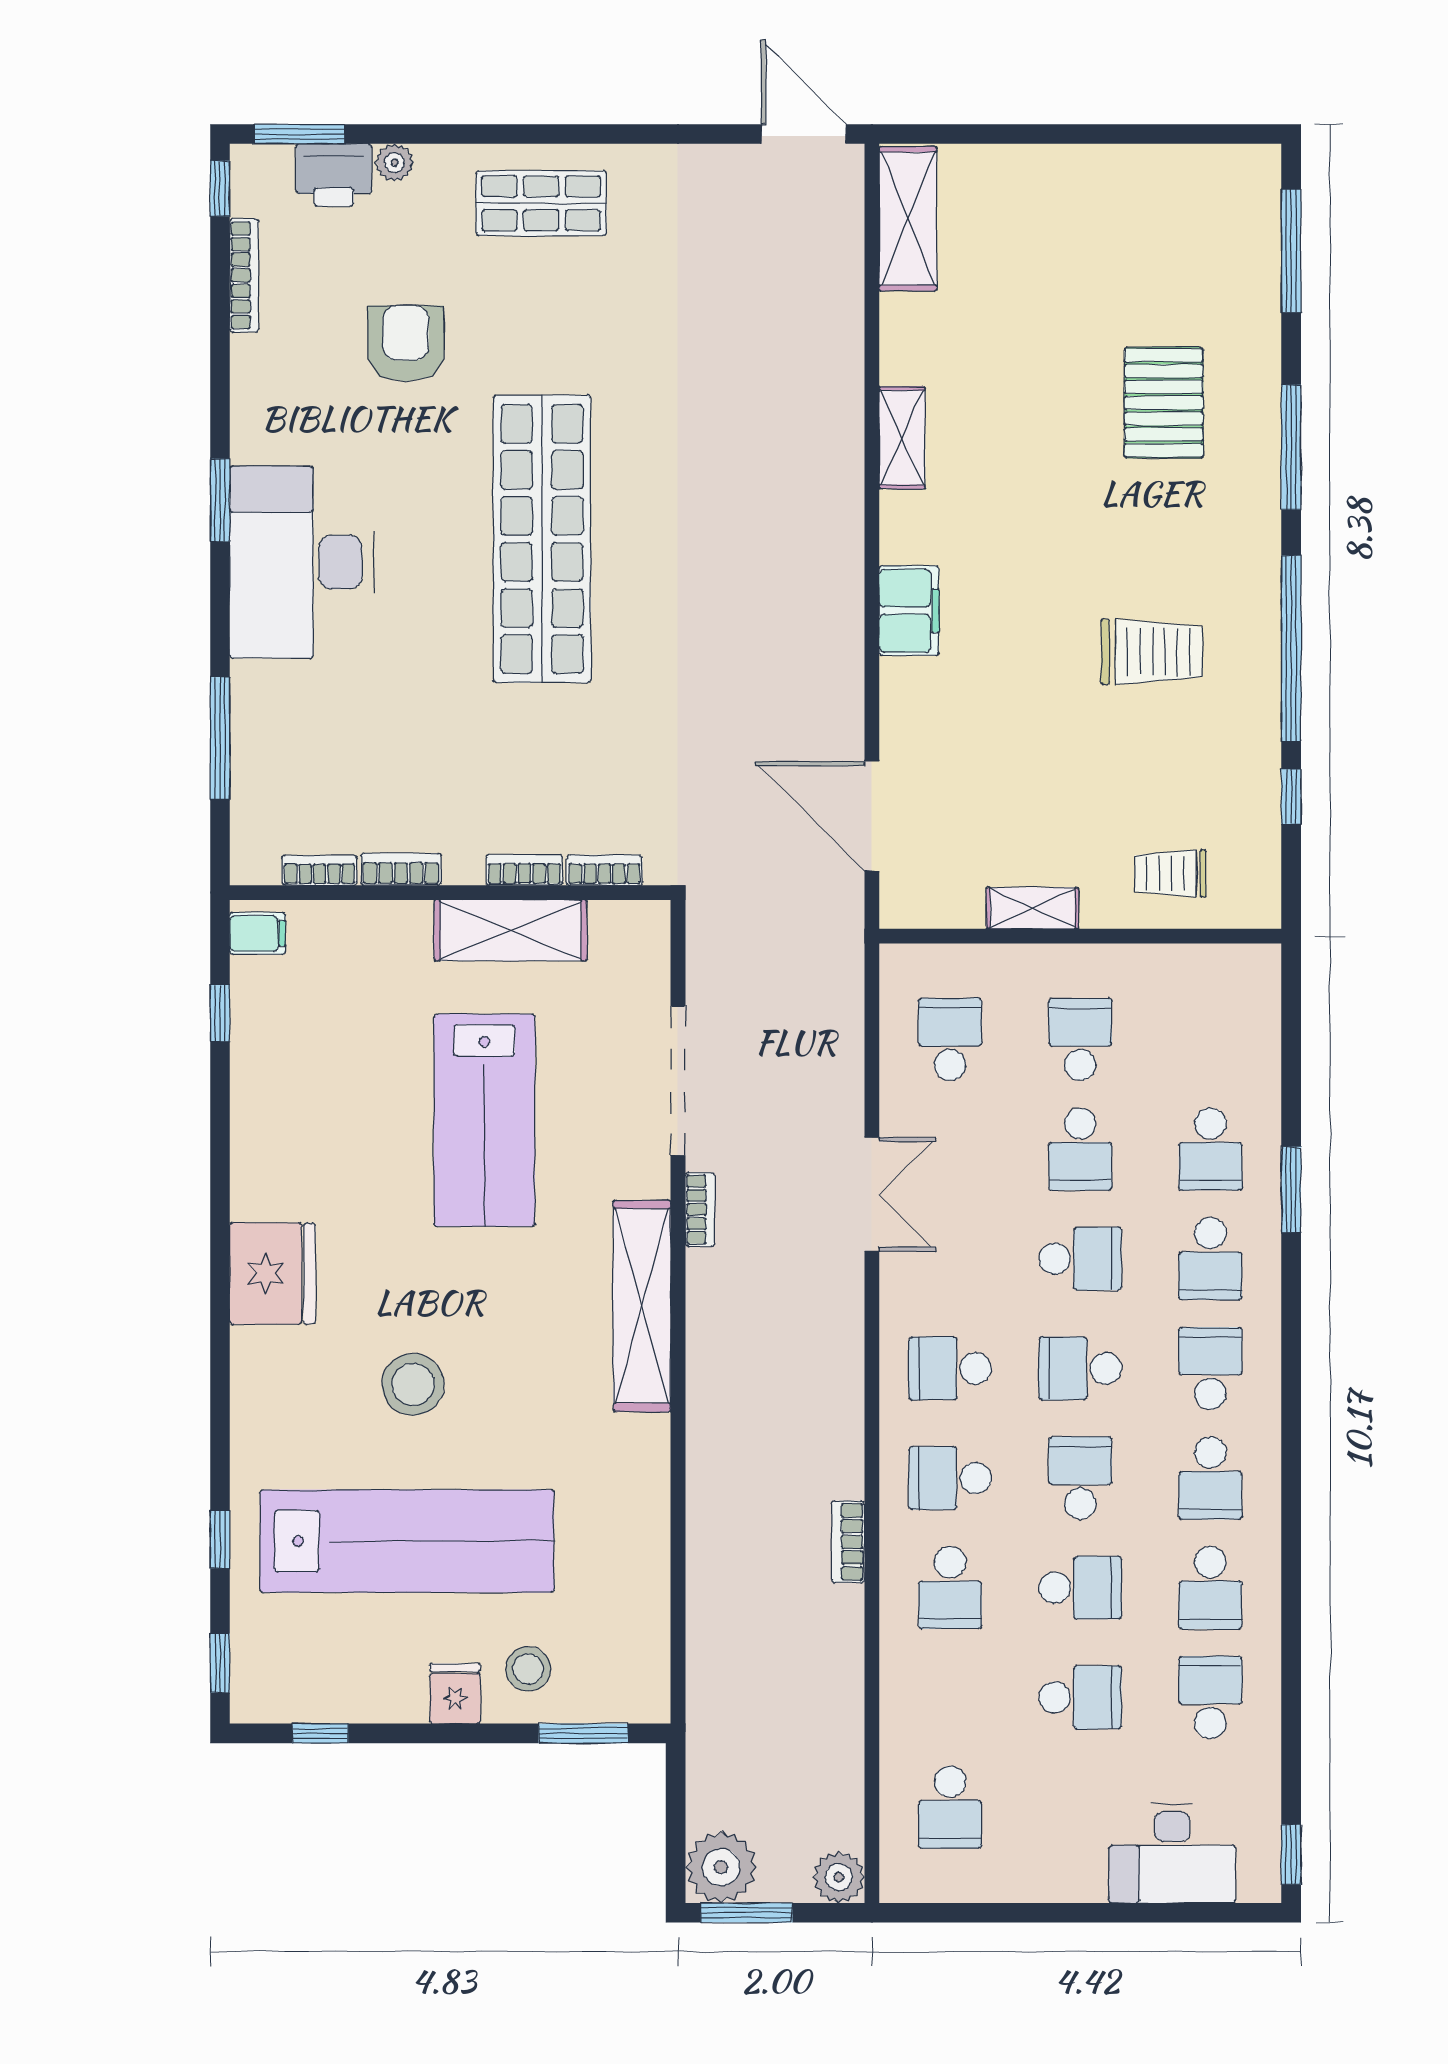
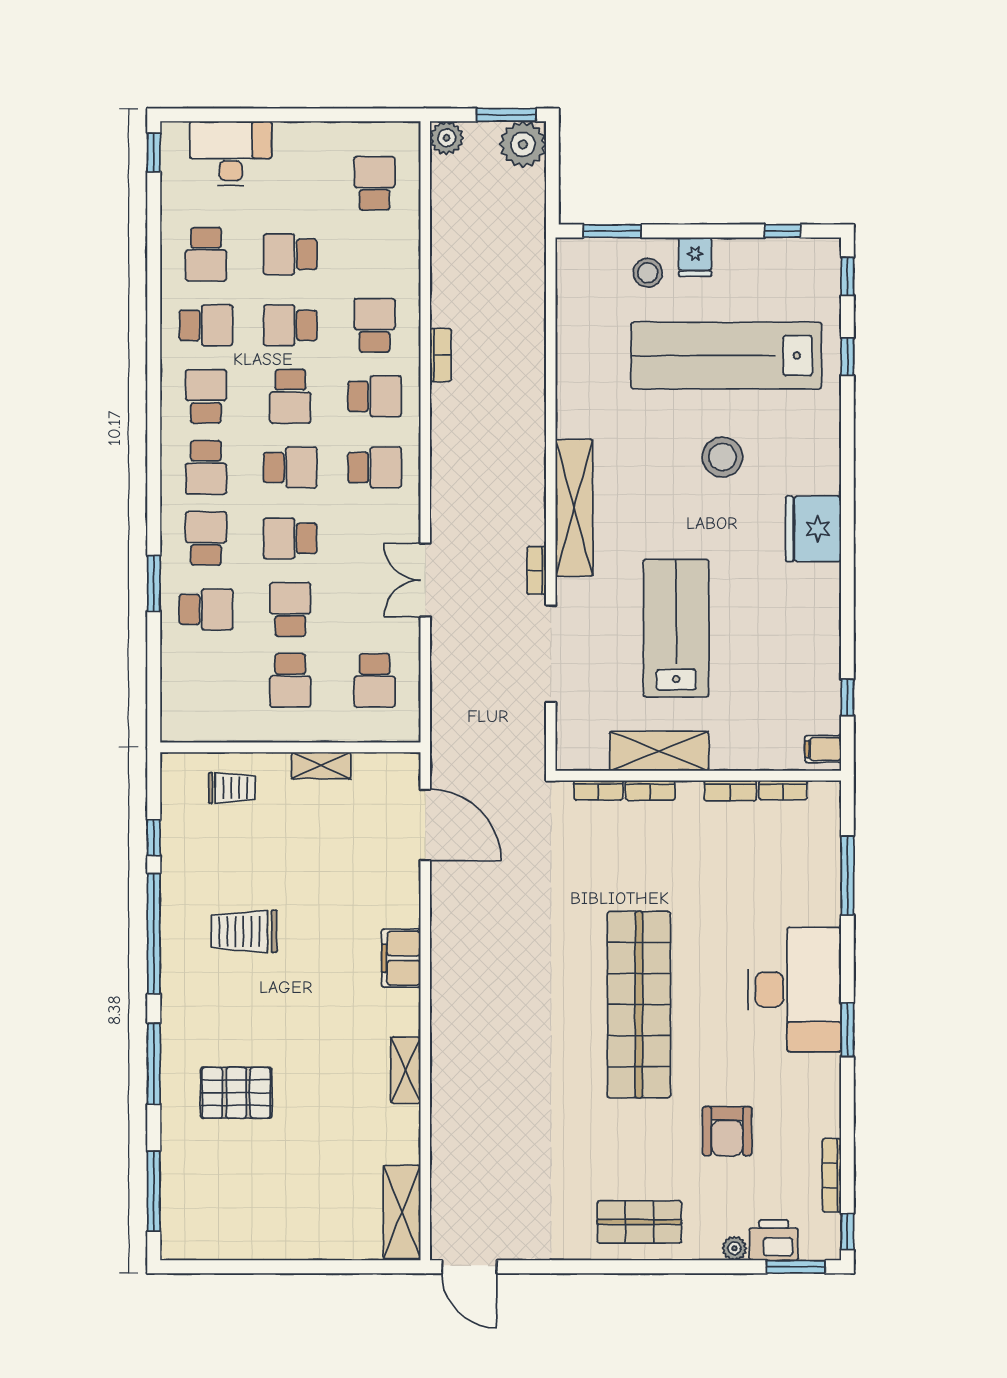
pallet: (1164, 403) -> (236, 1093), turned 90
school desk: (1210, 1149) -> (206, 609), turned 90
school desk: (1210, 1588) -> (206, 325), turned 90

